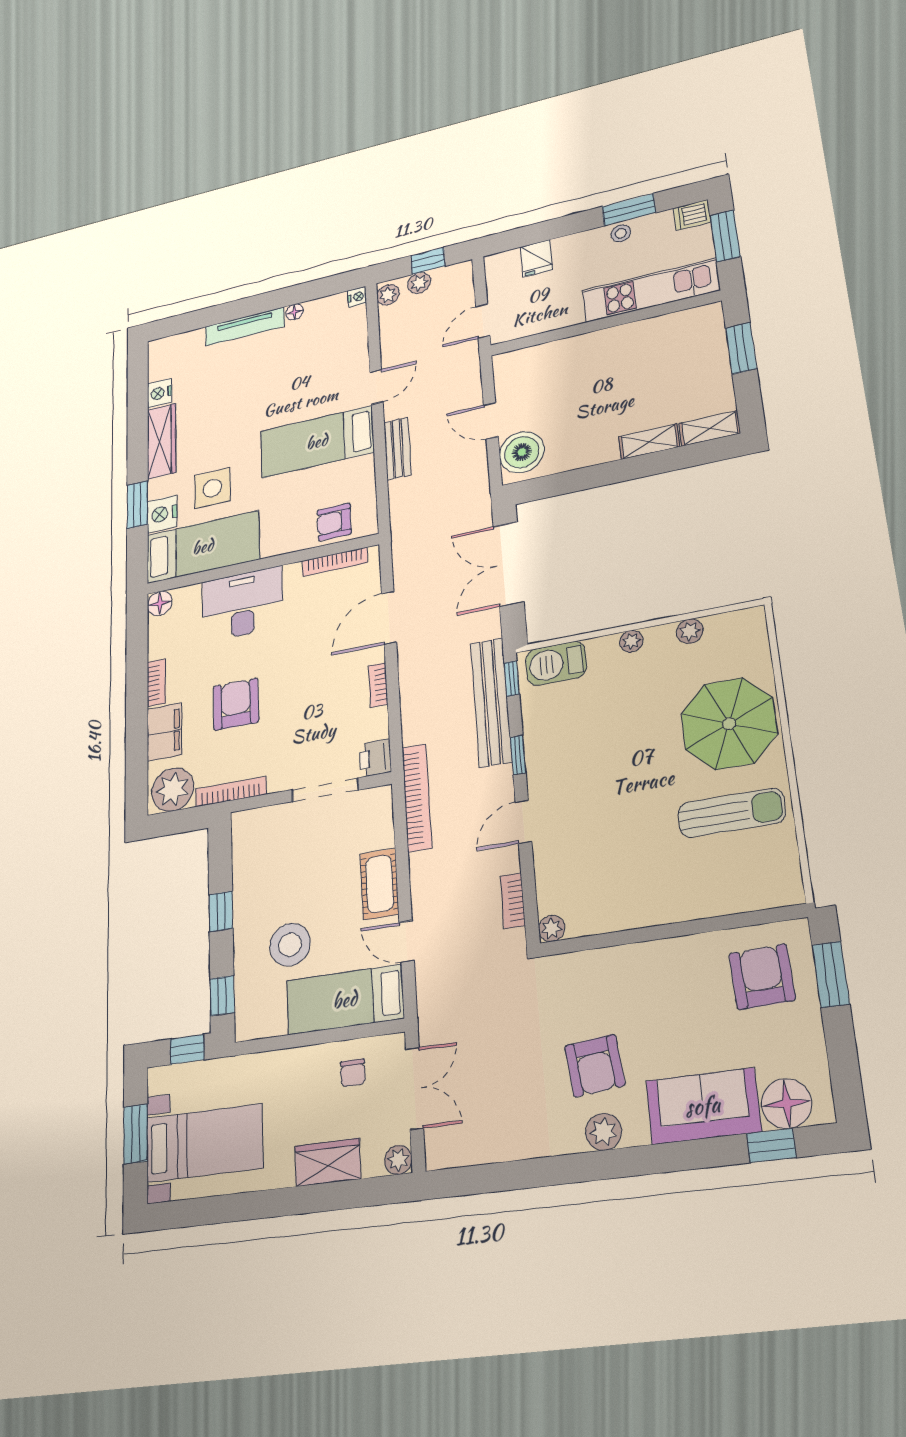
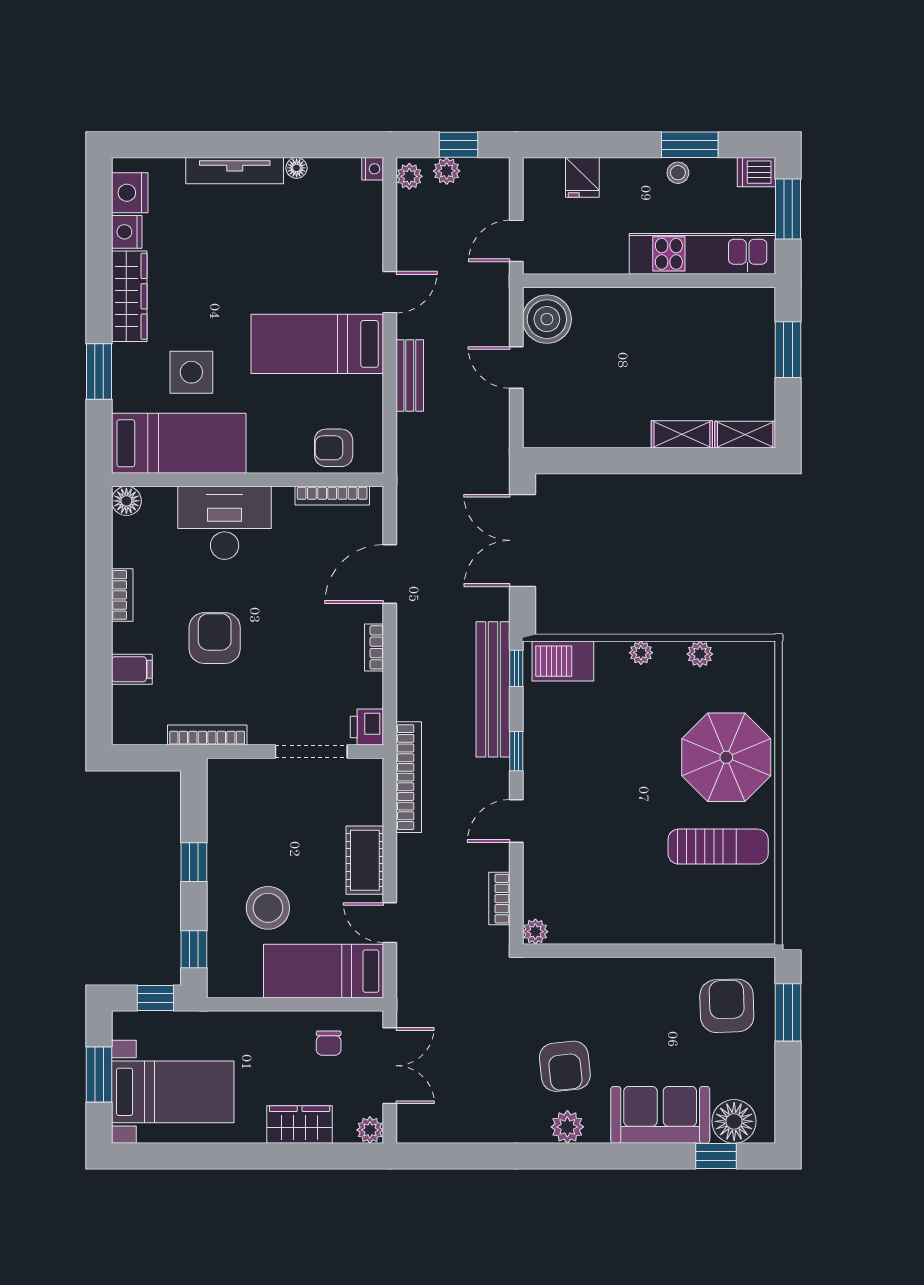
boiler: (522, 452) -> (547, 319), moved
nightstand: (162, 514) -> (130, 193), moved
filing cabinet: (165, 732) -> (132, 669), width x0.50
plant: (173, 790) -> (141, 721), removed

